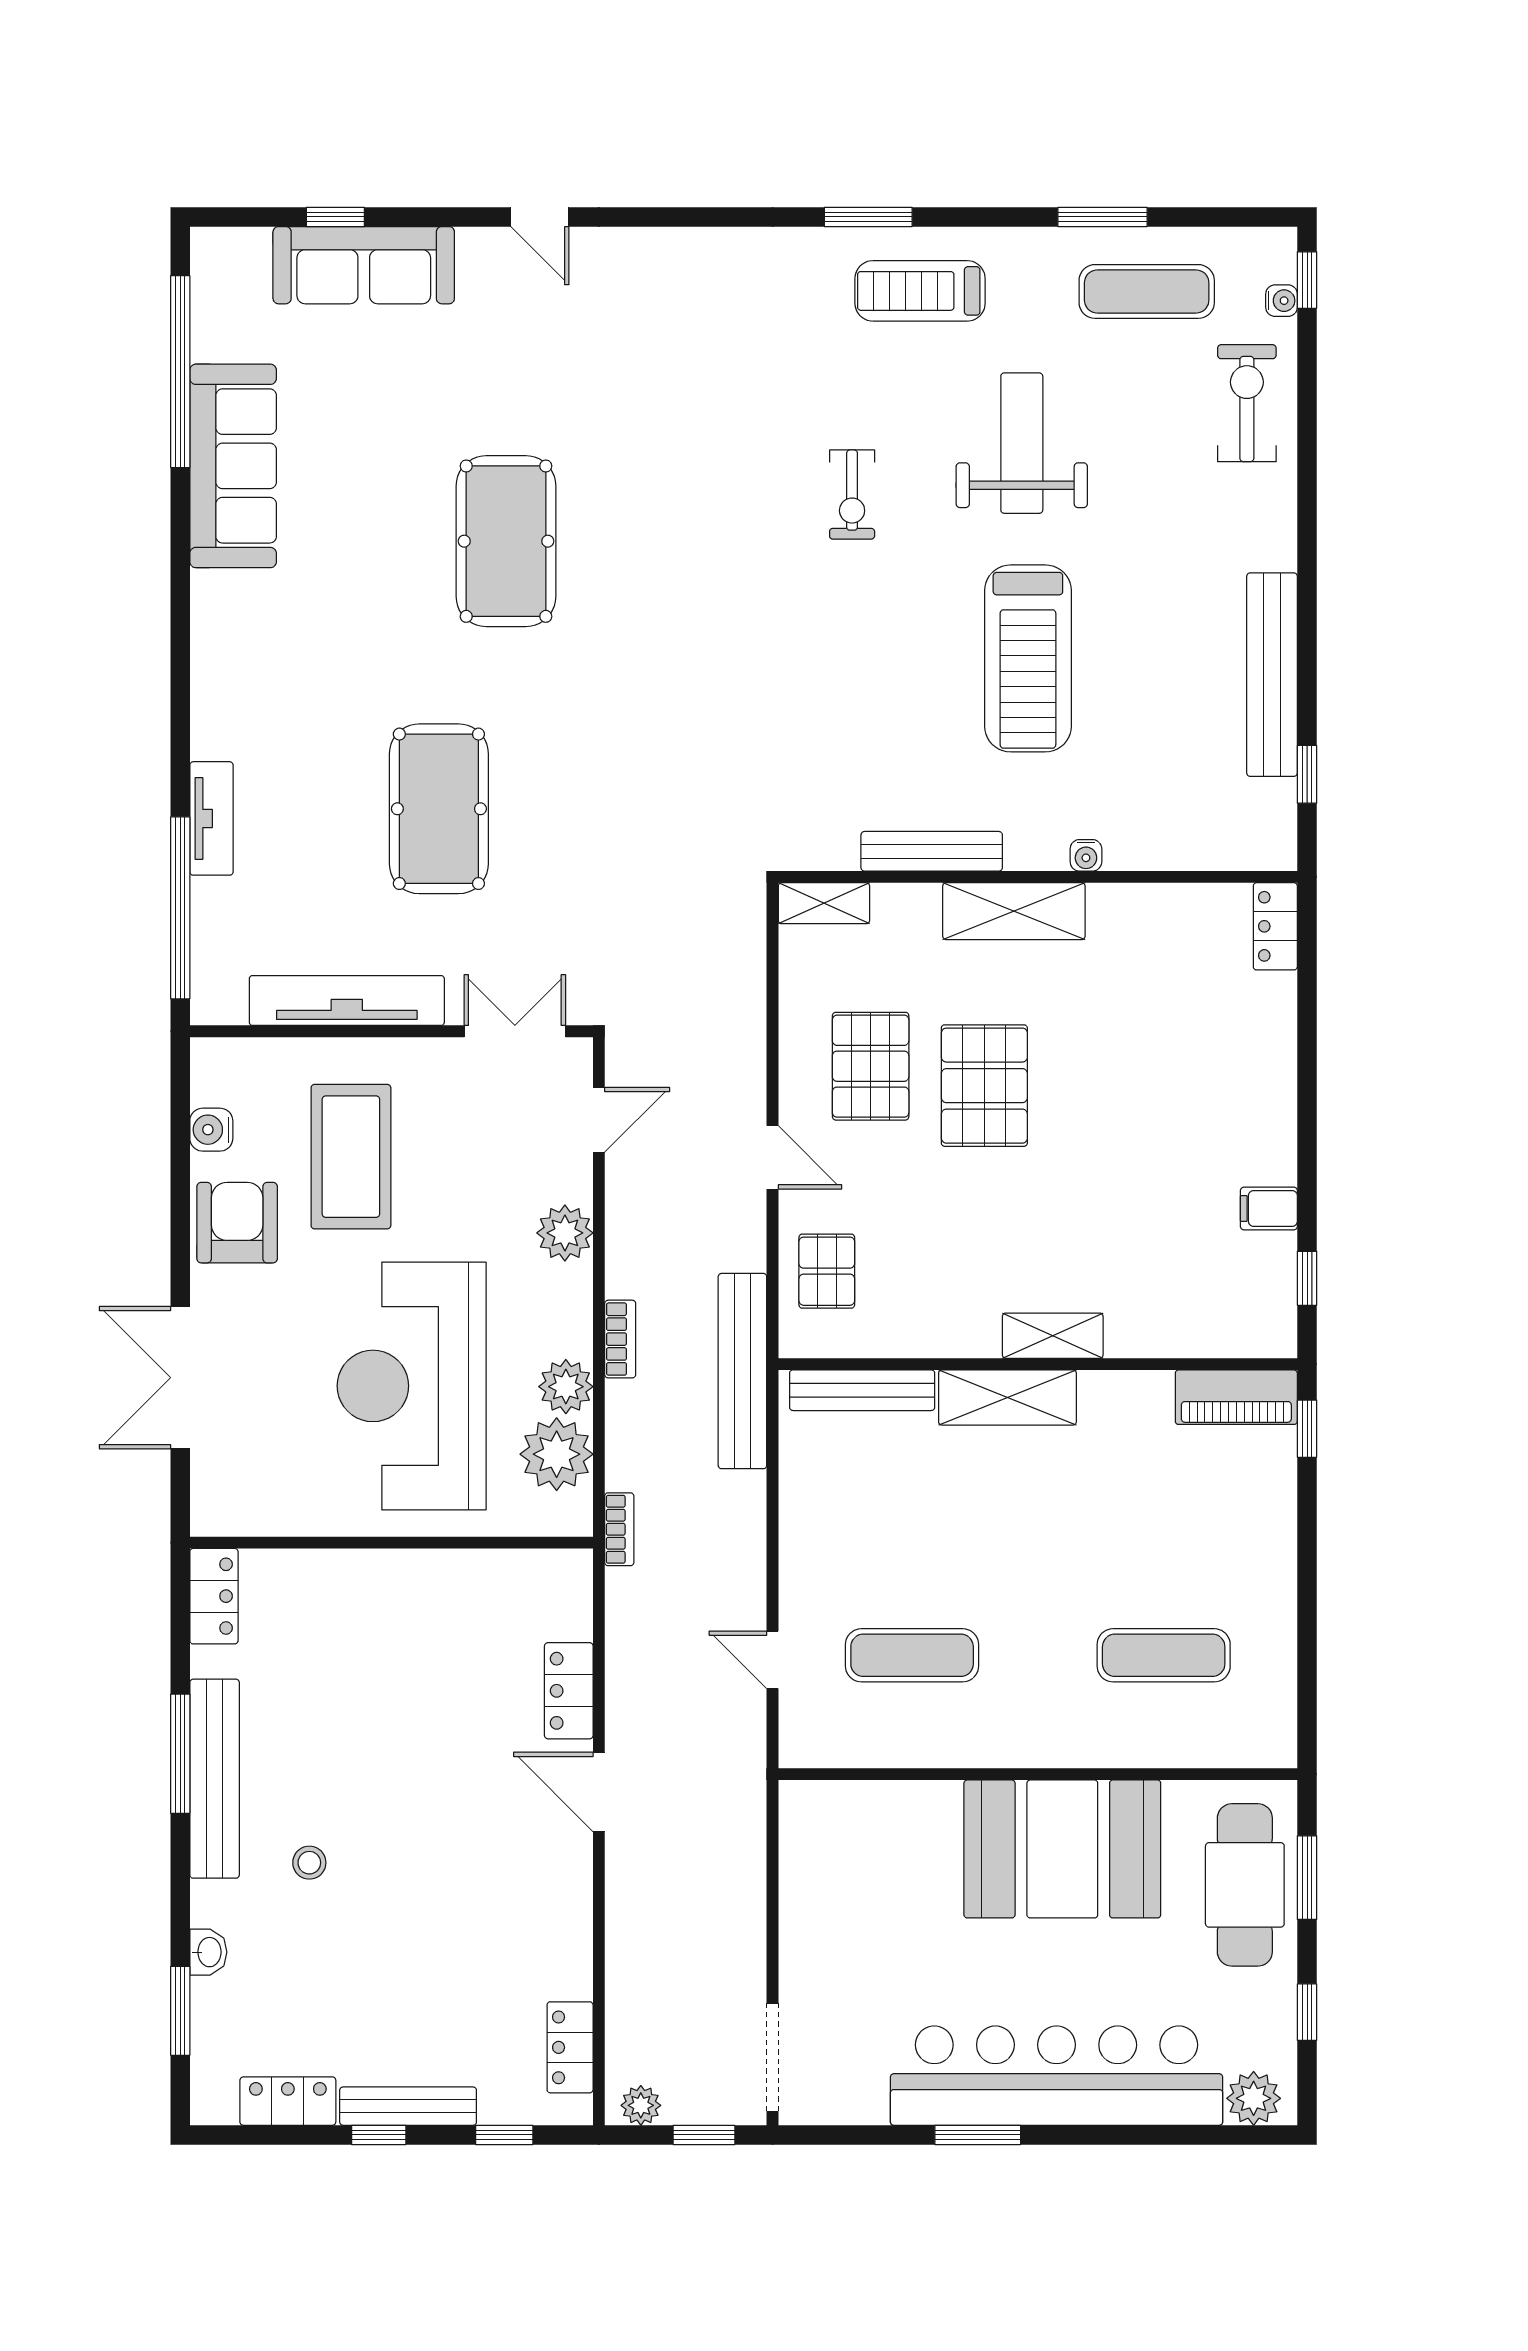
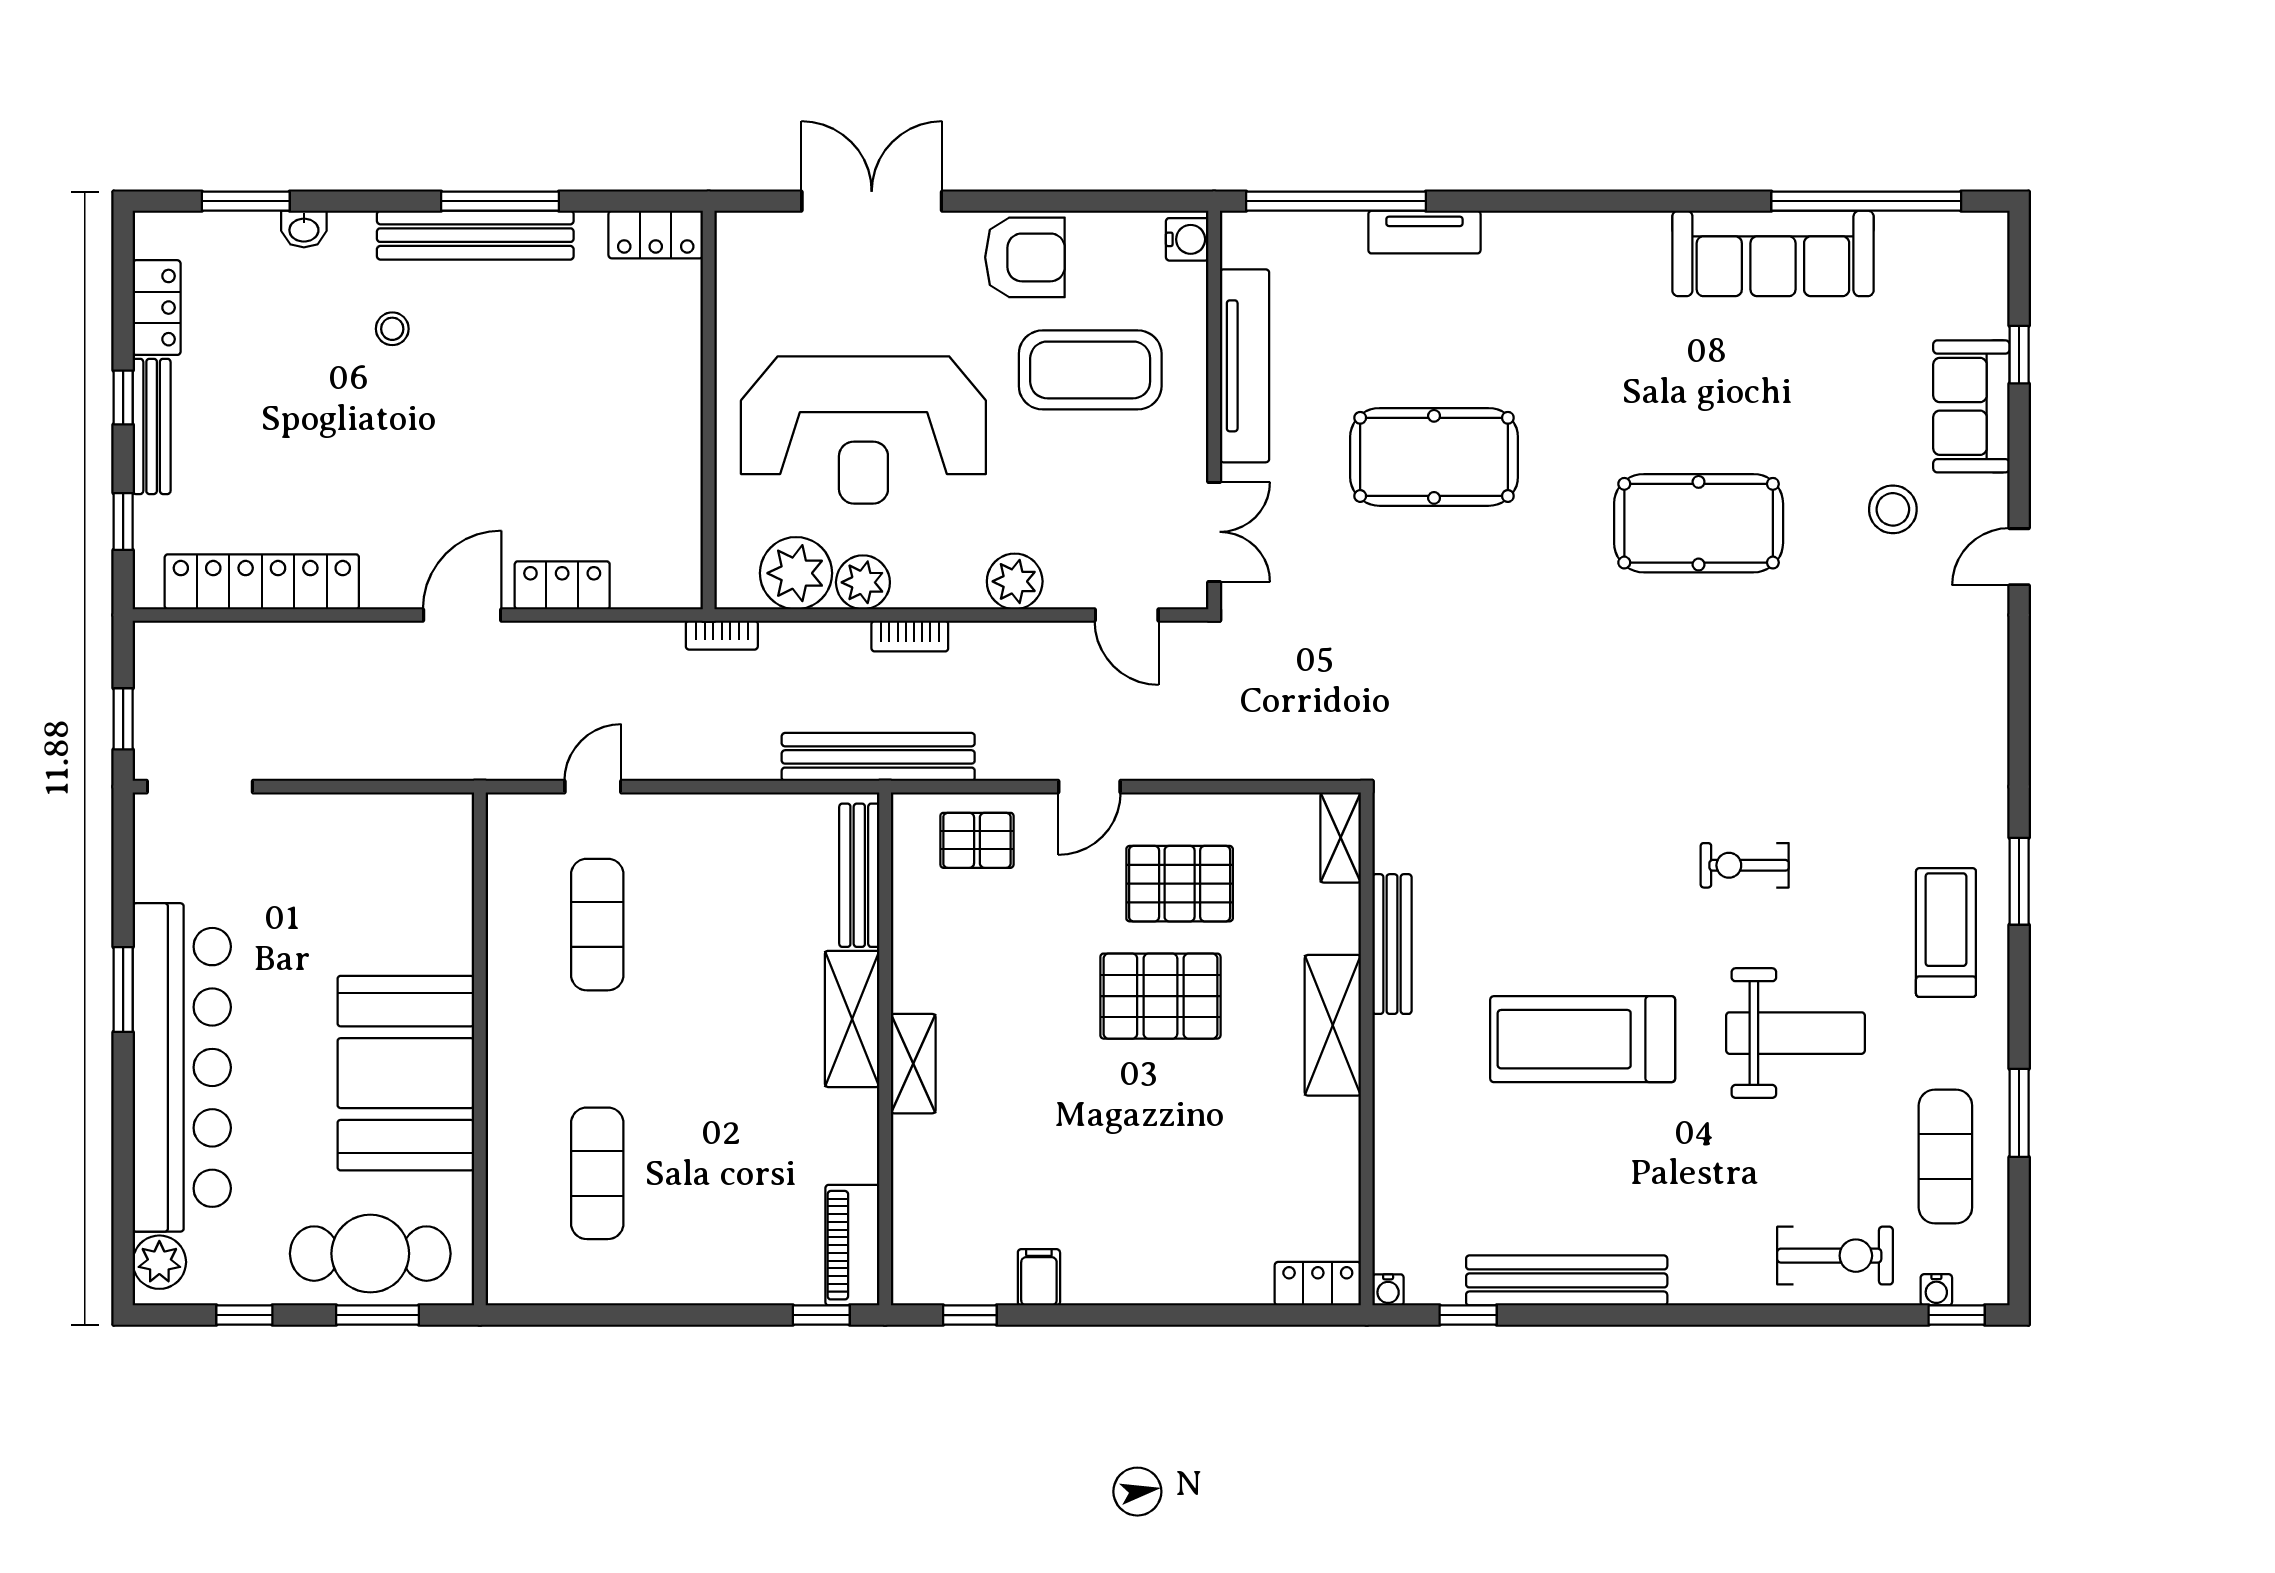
sofa: (364, 265) -> (1971, 406), width x0.73
stool: (492, 345) -> (1893, 509), added
water cooler: (1086, 855) -> (1388, 1290), moved, turned -90
water cooler: (211, 1130) -> (1187, 239), moved, turned 90
reception desk: (412, 1386) -> (863, 430), turned 180
locker: (570, 2047) -> (262, 582), width x2.16, depth x1.21
plant: (641, 2105) -> (152, 656), removed

